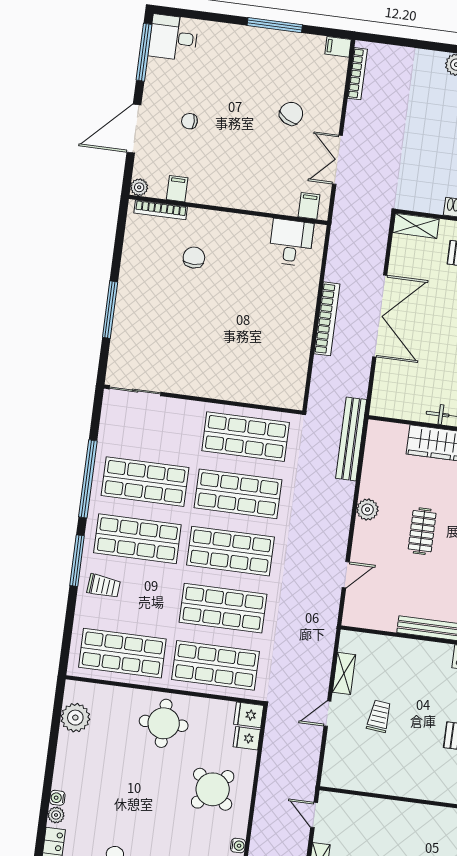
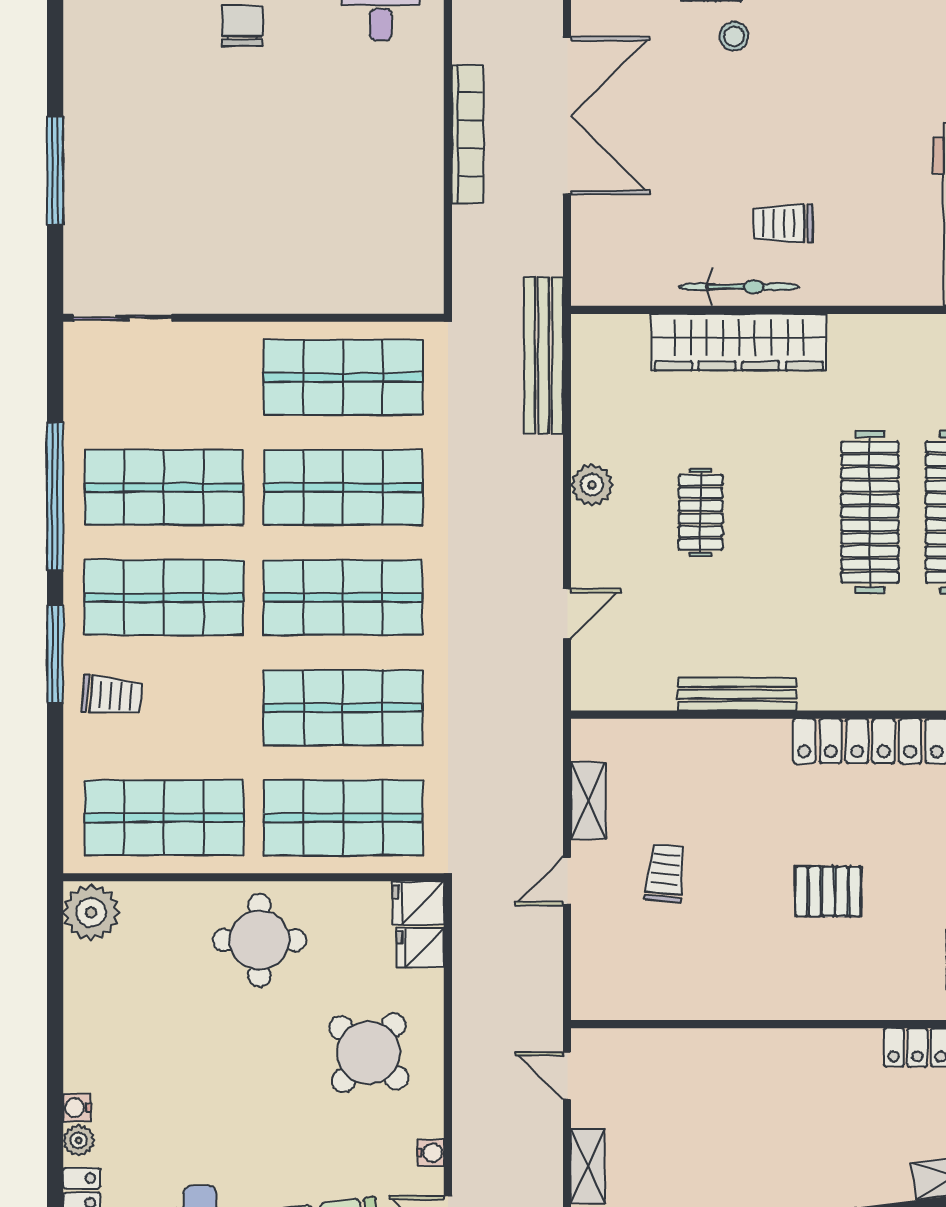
chair: (194, 258) -> (242, 26), moved
plant: (75, 718) -> (91, 912), moved

